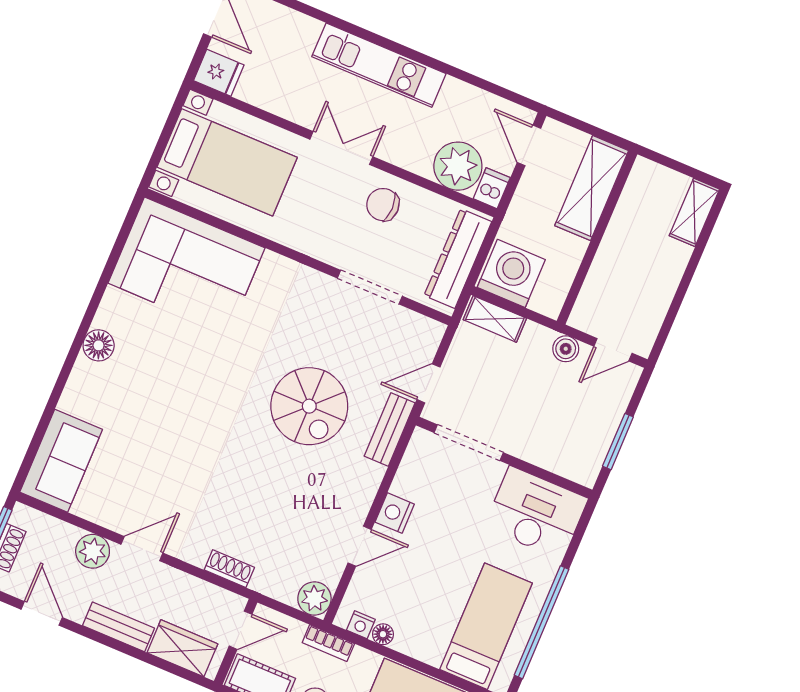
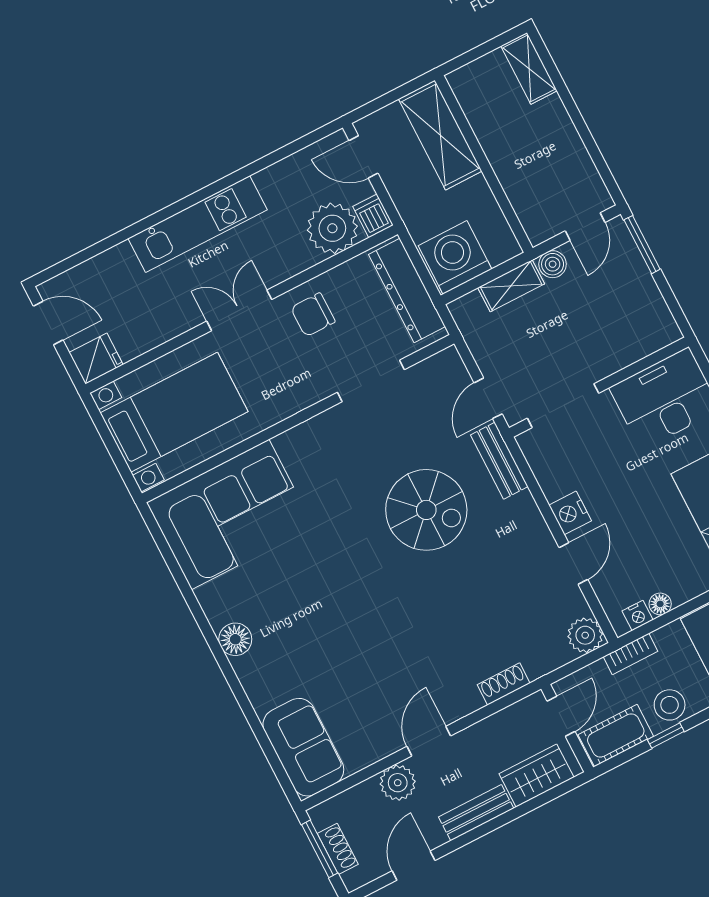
shelving: (495, 319) -> (511, 286), moved
window: (618, 442) -> (642, 245), moved
door: (42, 613) -> (414, 866), hinge flipped

